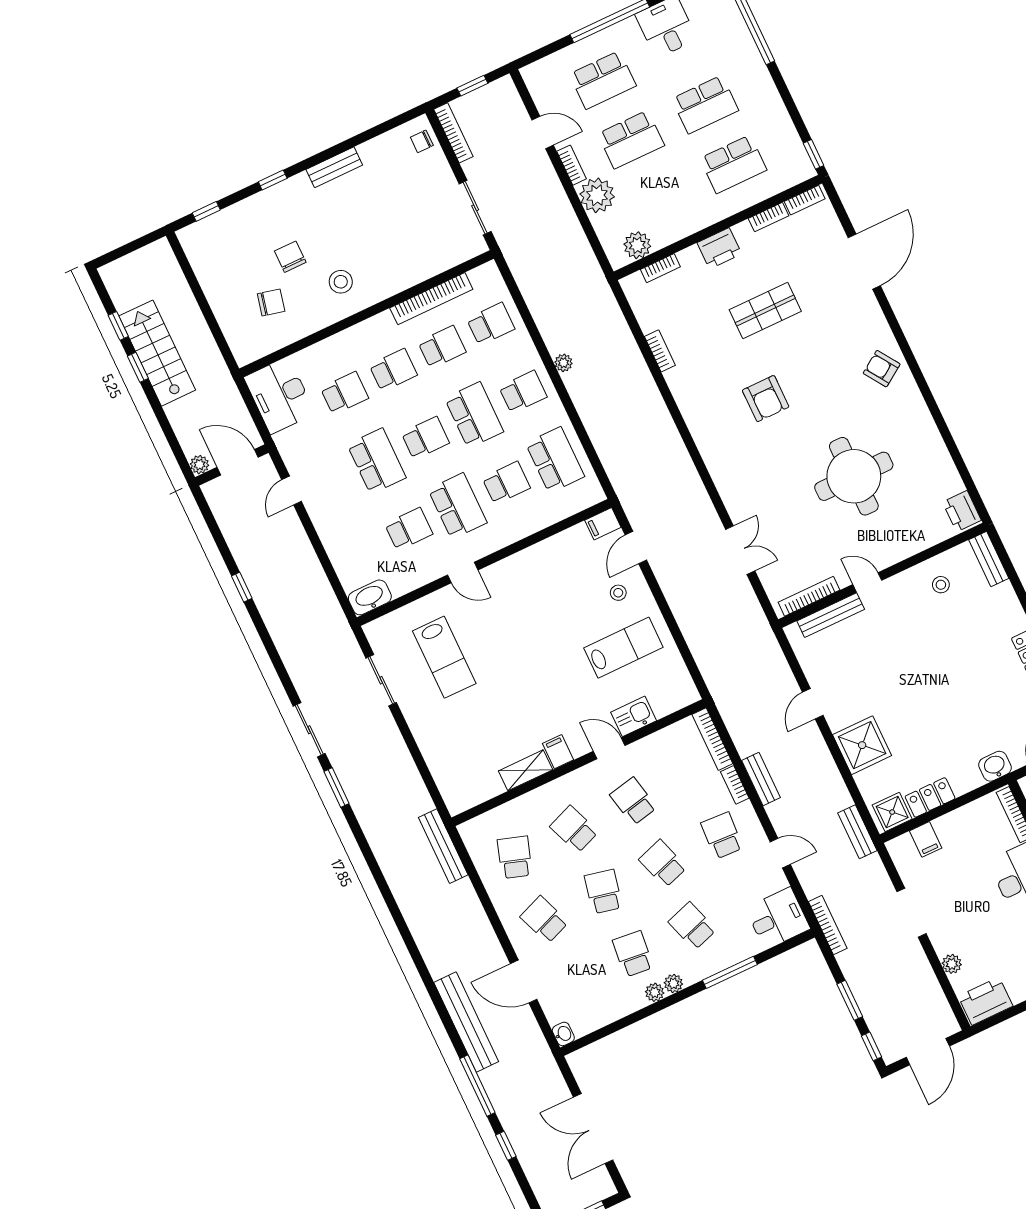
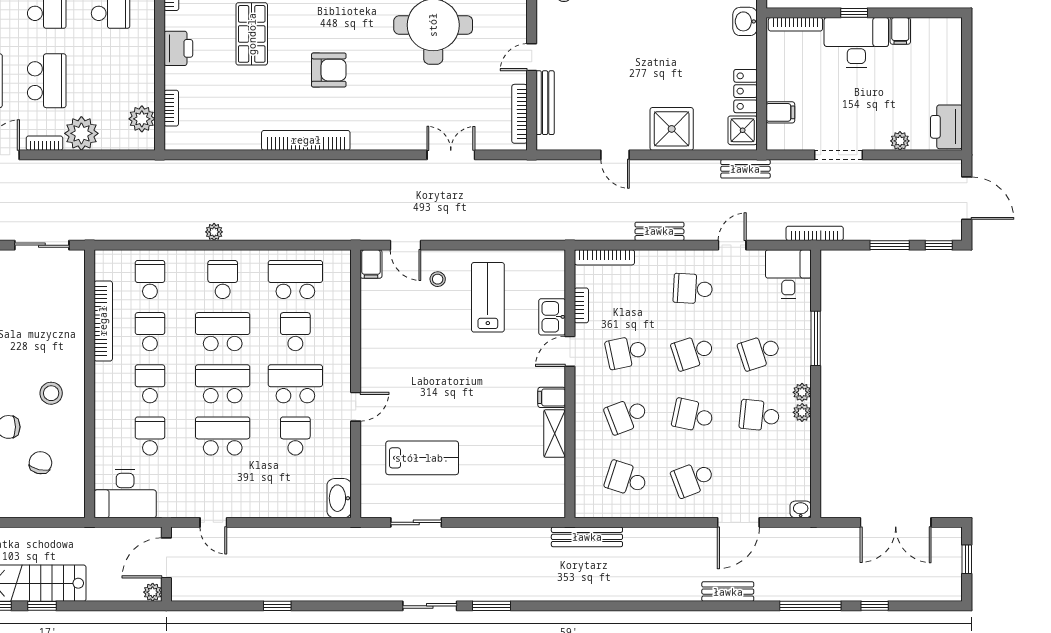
bookcase: (660, 351) -> (306, 140), moved, width x2.31, depth x1.31
school desk: (425, 438) -> (223, 384), width x1.85
bookcase: (735, 785) -> (581, 305), moved, turned -90
bench: (466, 1022) -> (728, 592), width x0.54, depth x0.82

